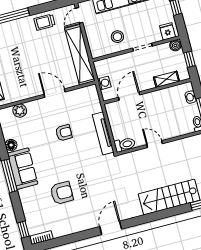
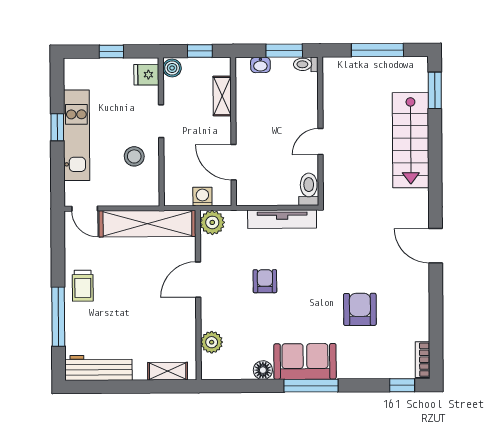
trolley: (44, 22) -> (83, 286), moved
plant: (90, 93) -> (212, 222), added

